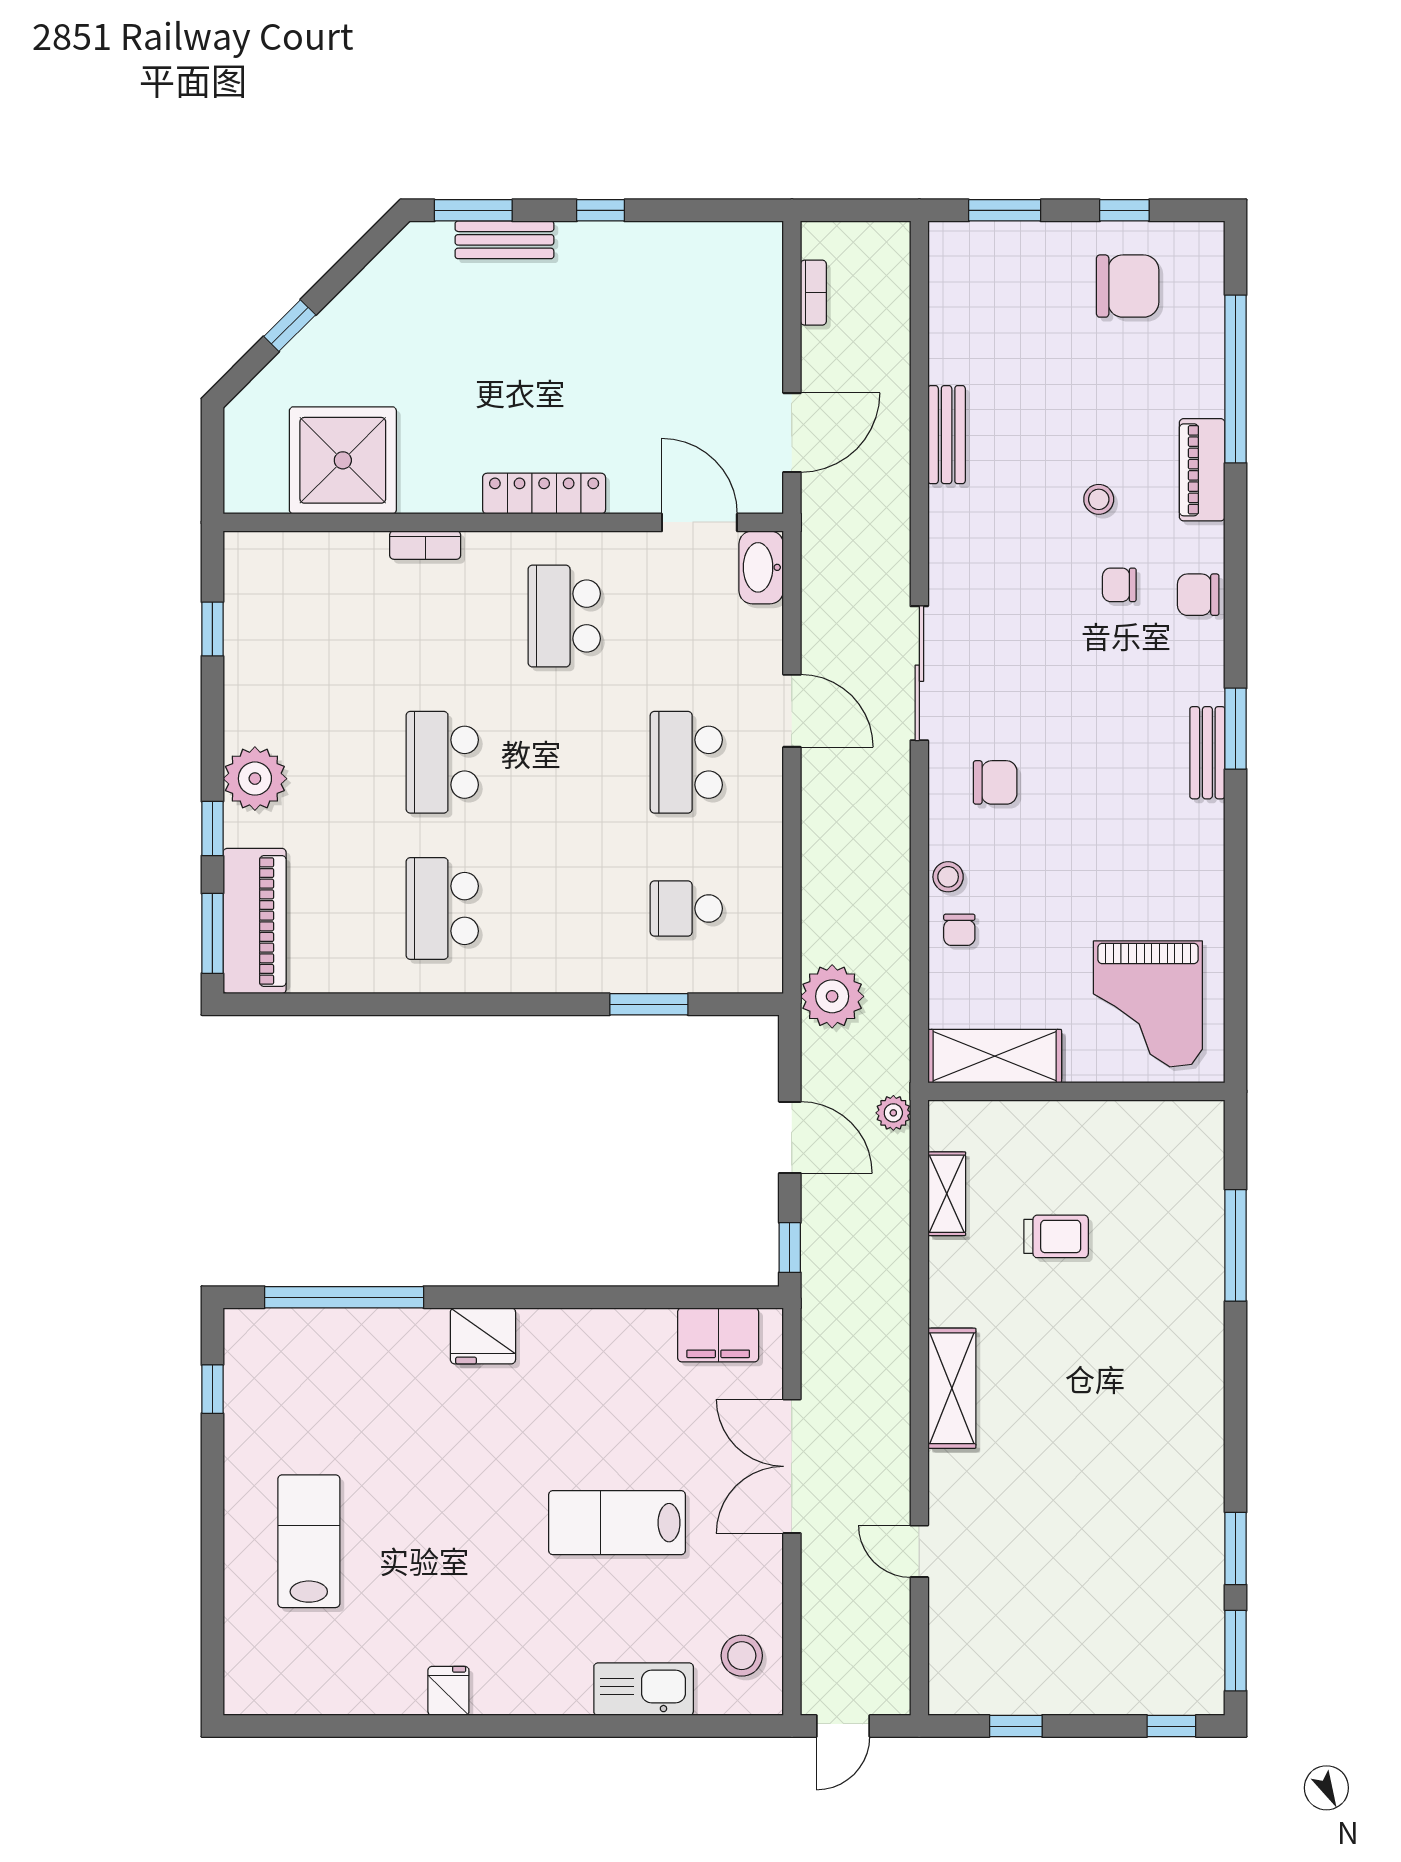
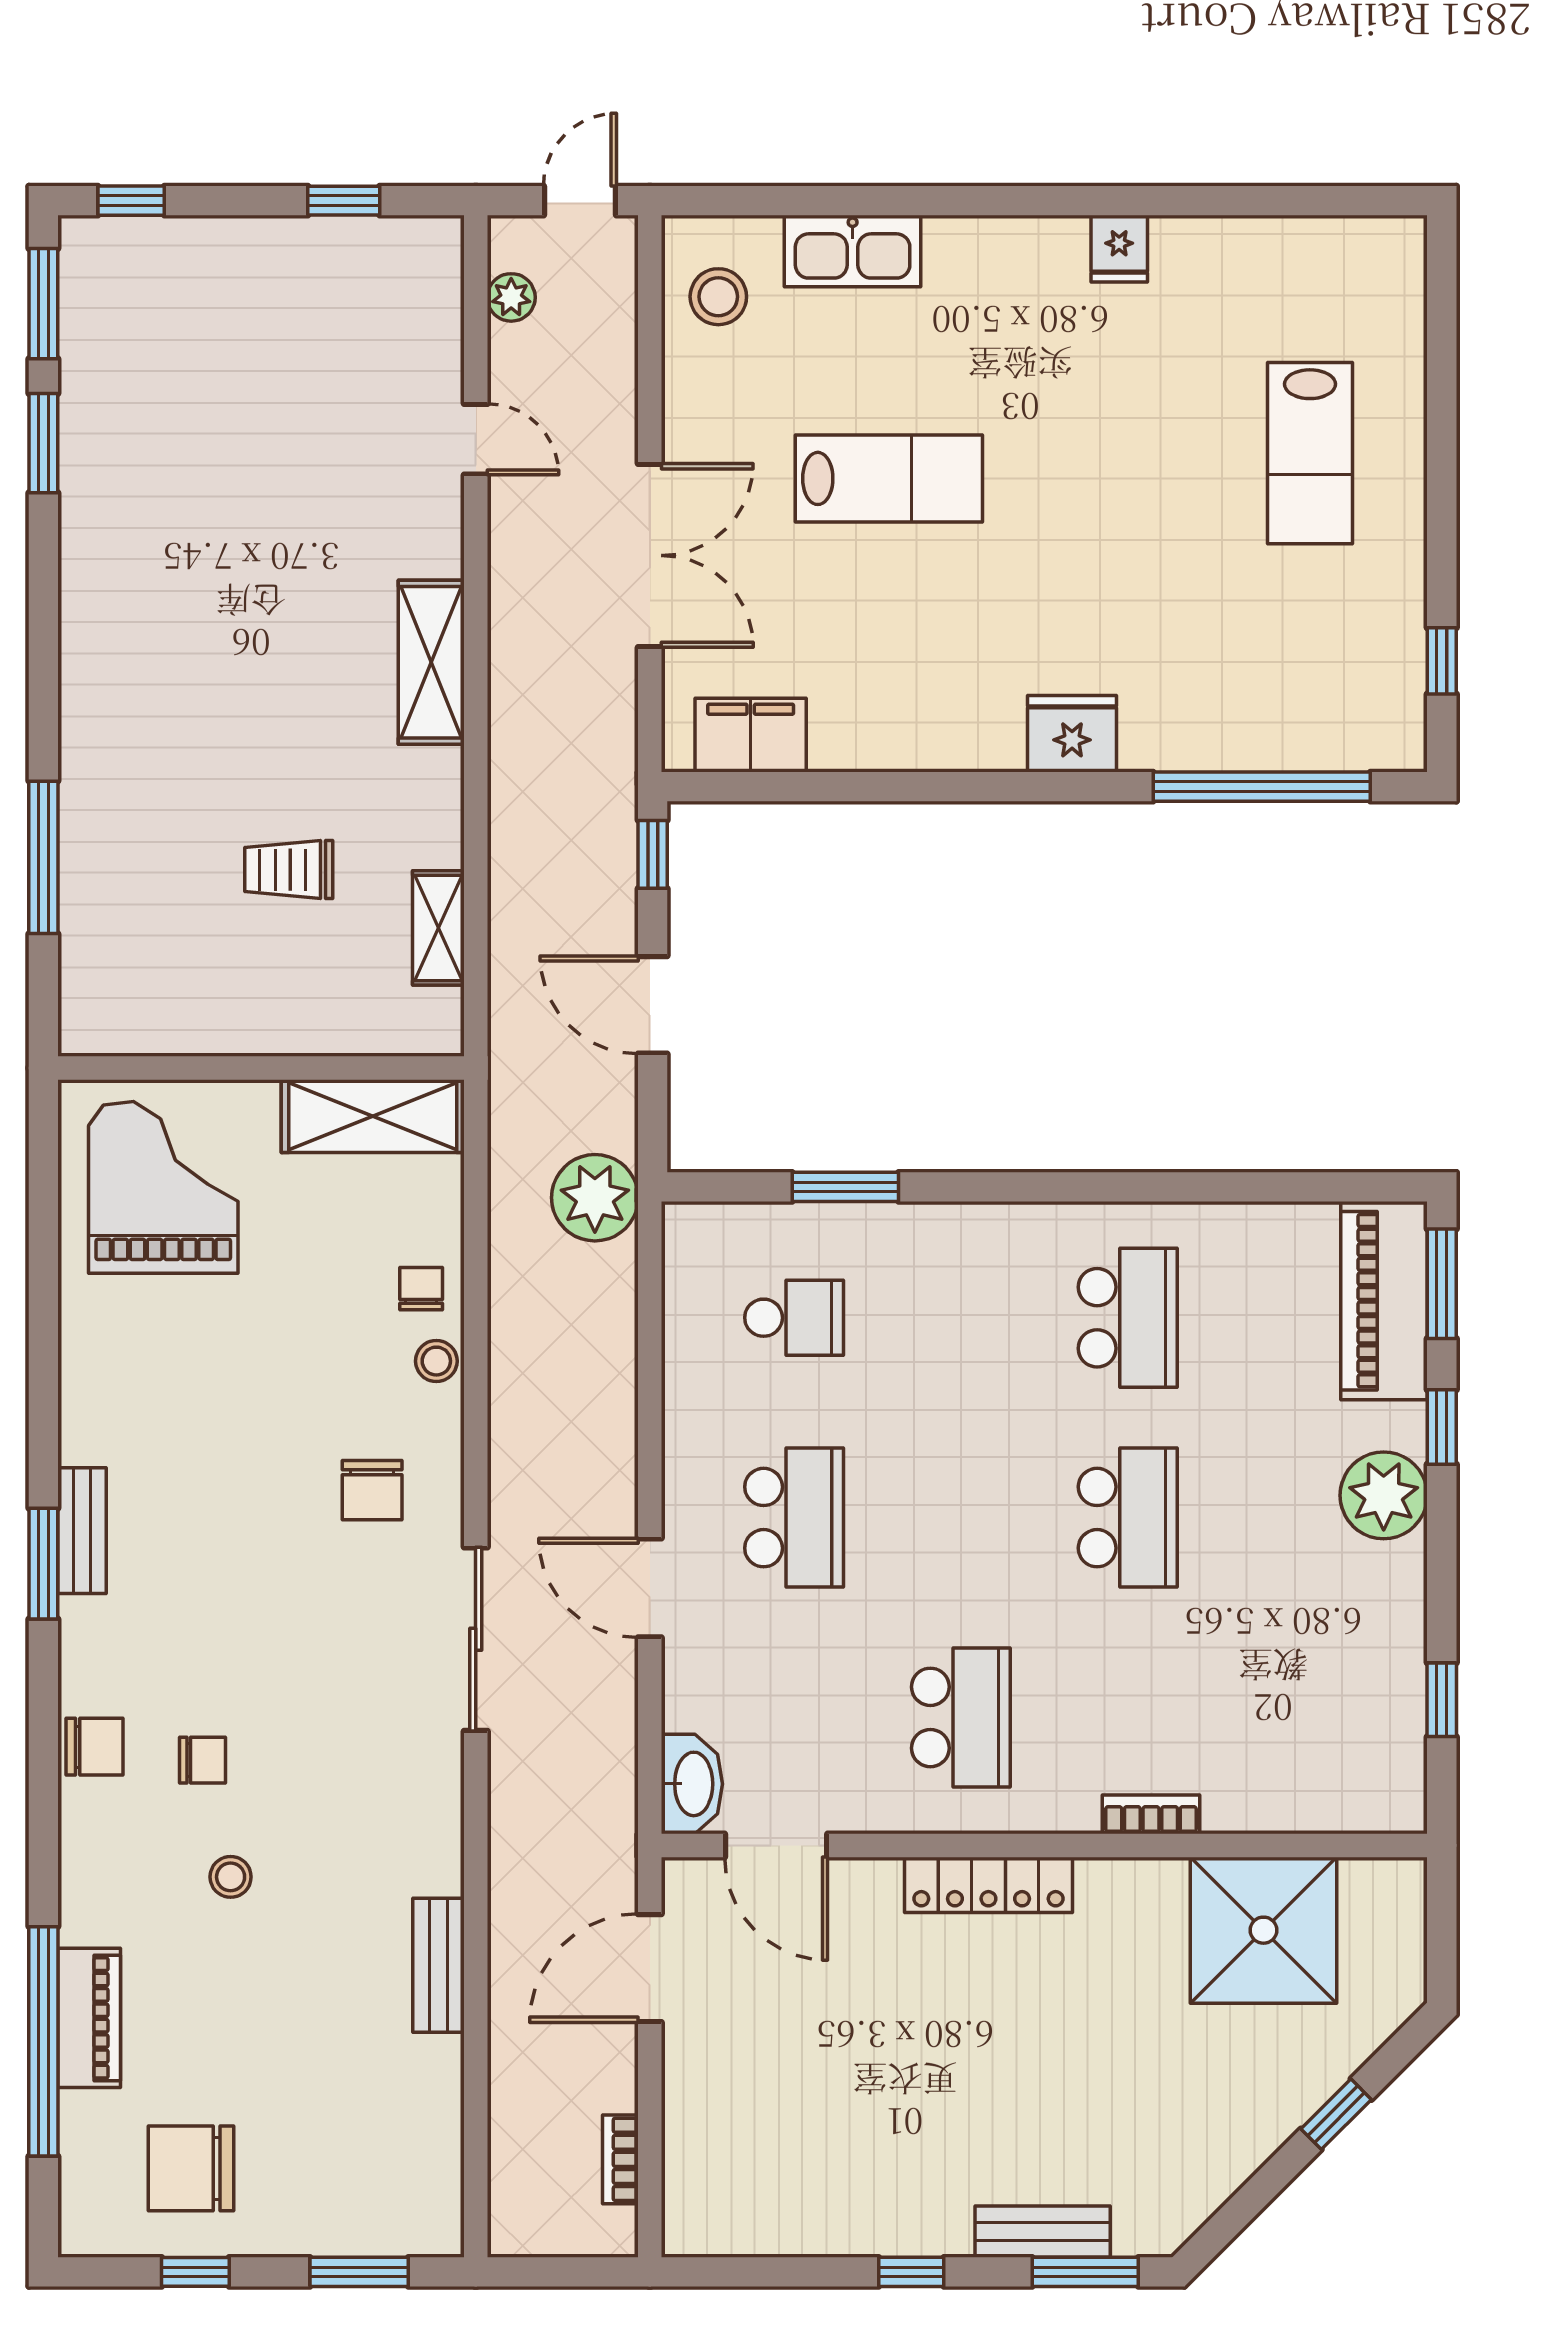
piano: (1202, 470) -> (89, 2018), moved
chair: (995, 782) -> (372, 1490), turned -90
plant: (893, 1113) -> (511, 297), moved

